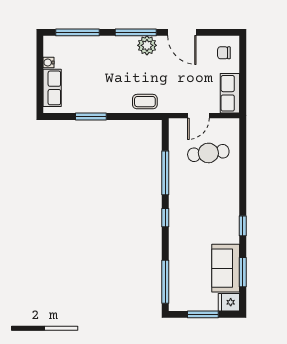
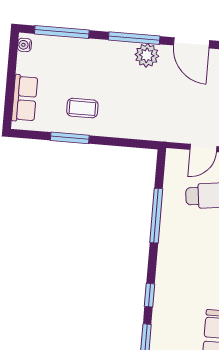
water cooler: (49, 62) -> (24, 45), moved
coffee table: (145, 102) -> (82, 108), moved
window: (165, 218) -> (150, 295), moved

